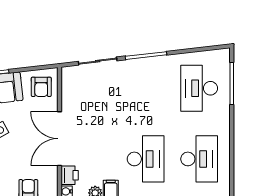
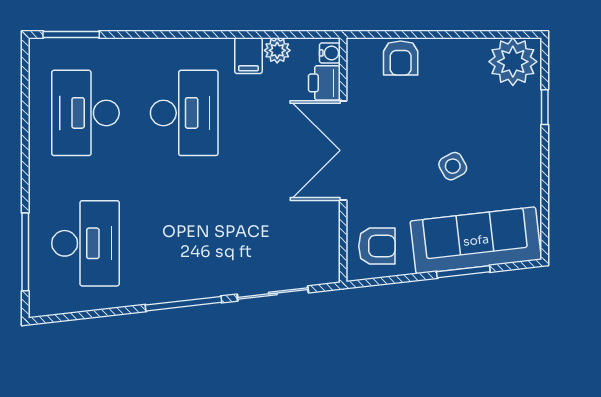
armchair: (41, 87) -> (377, 246), turned 90
double door: (60, 139) -> (343, 150), swing flipped
desk: (146, 159) -> (184, 113), turned 180

